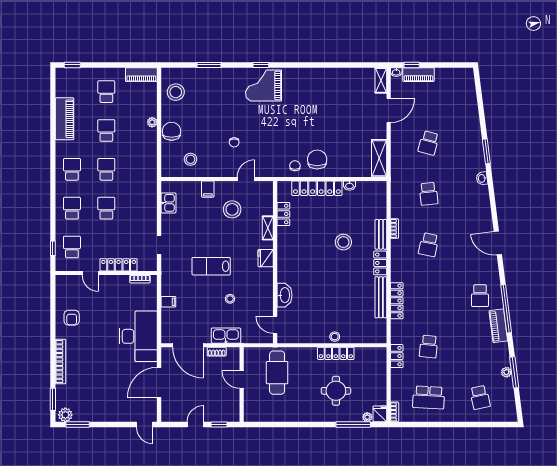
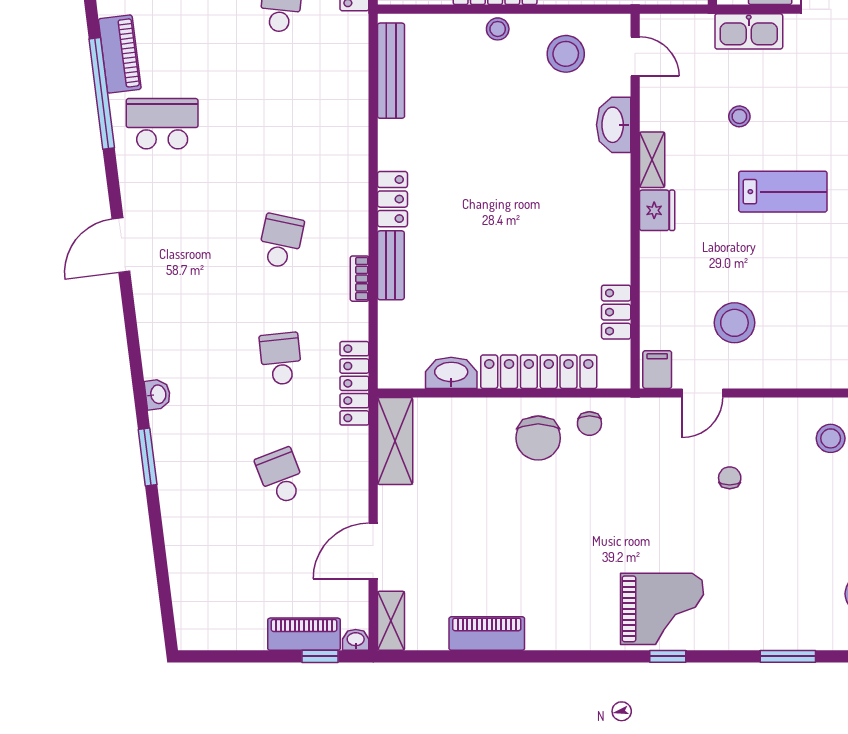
piano: (339, 75) -> (487, 634), added
school desk: (429, 143) -> (281, 476), turned -36
washbasin: (349, 186) -> (451, 373), width x1.91, depth x1.45
filing cabinet: (208, 189) -> (657, 370), moved
shelving: (268, 228) -> (652, 160), moved
stool: (343, 242) -> (566, 54), moved
door: (498, 243) -> (121, 245), swing flipped
school desk: (480, 296) -> (162, 124), width x1.85
bench: (381, 297) -> (391, 71), moved
locker: (397, 301) -> (354, 383), moved

